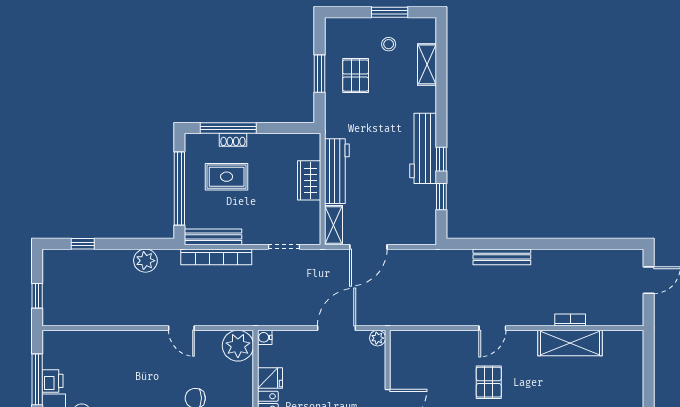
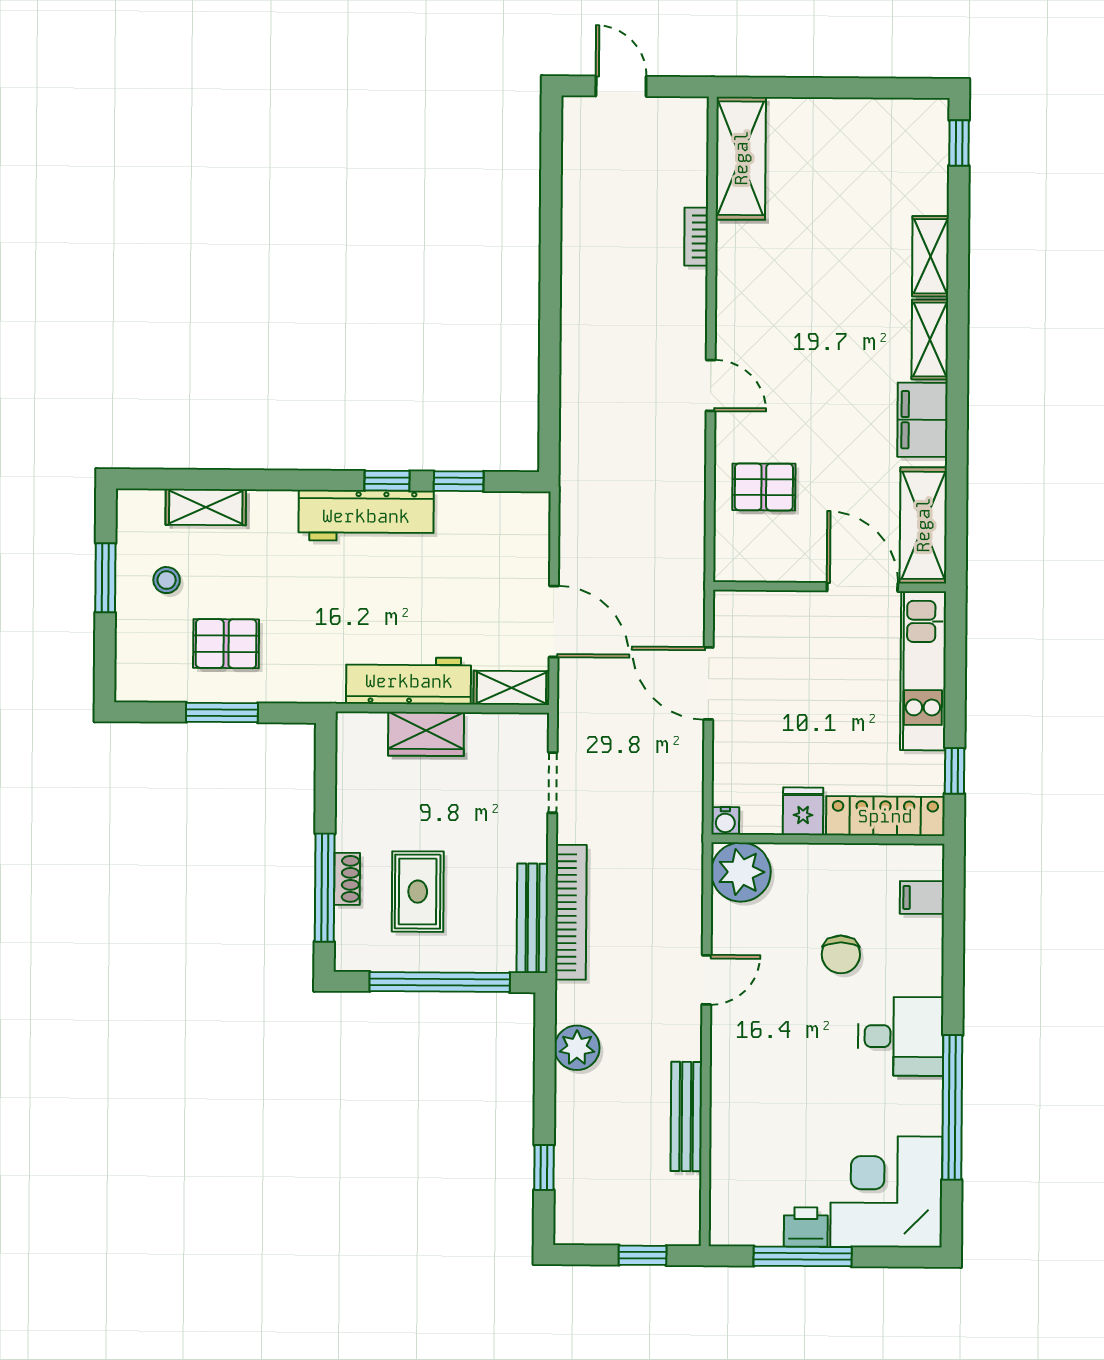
bench: (502, 257) -> (686, 1117), moved
plant: (378, 338) -> (728, 605), removed
shelving: (570, 343) -> (741, 158), moved
pallet: (489, 382) -> (764, 487), moved

